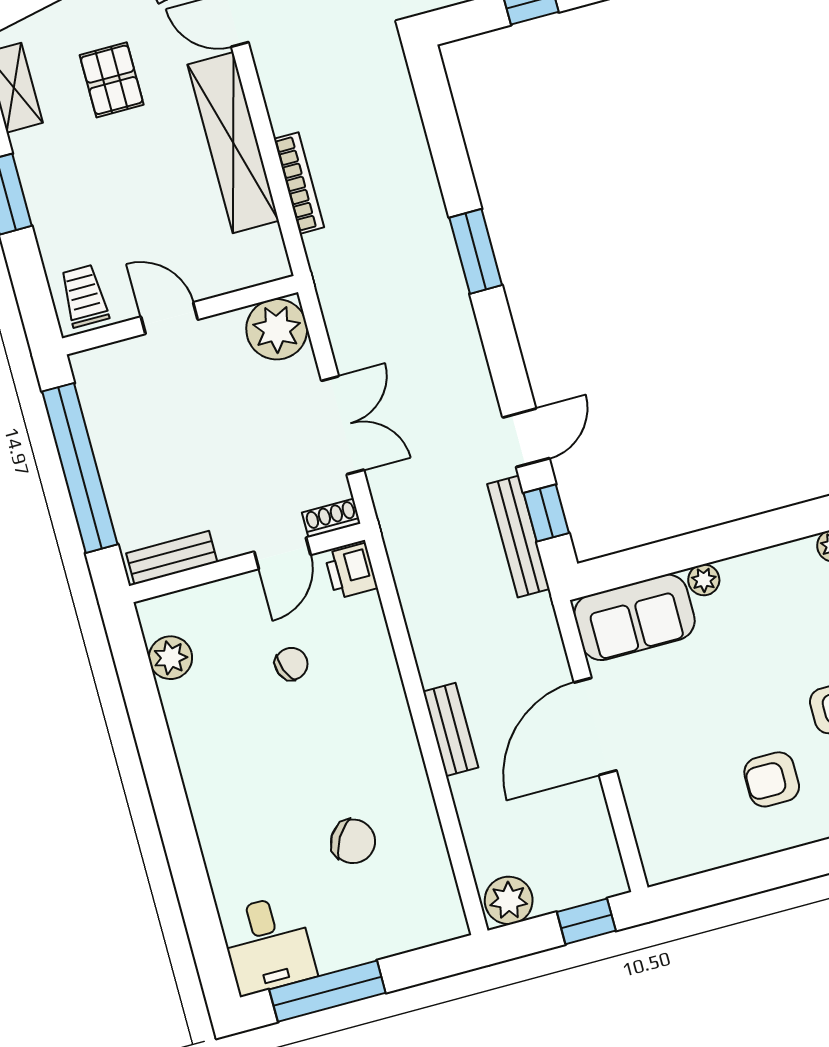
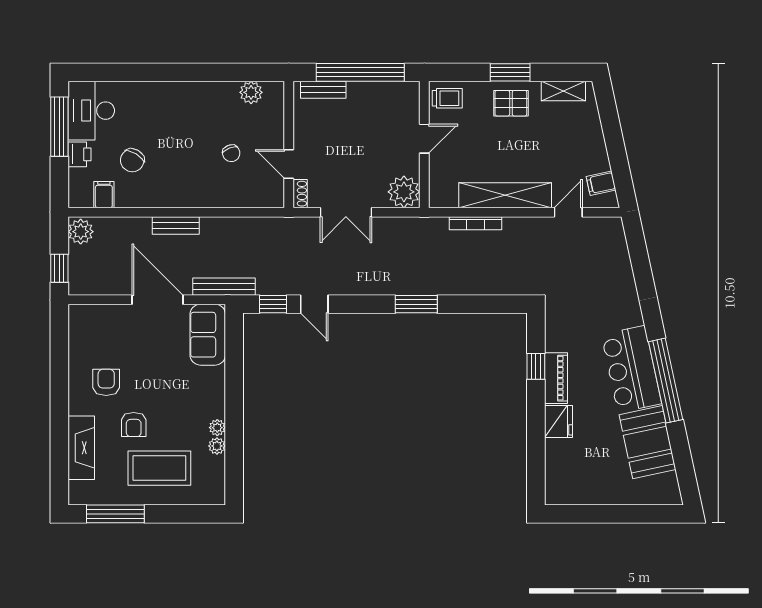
pallet: (112, 80) -> (511, 103), moved
bench: (518, 537) -> (224, 287), moved
bench: (172, 558) -> (323, 90), moved, turned 90
printer: (351, 571) -> (79, 154), moved, turned 90
plant: (704, 580) -> (217, 428), moved
filing cabinet: (430, 876) -> (104, 195), added
desk: (268, 945) -> (91, 111), width x1.37

